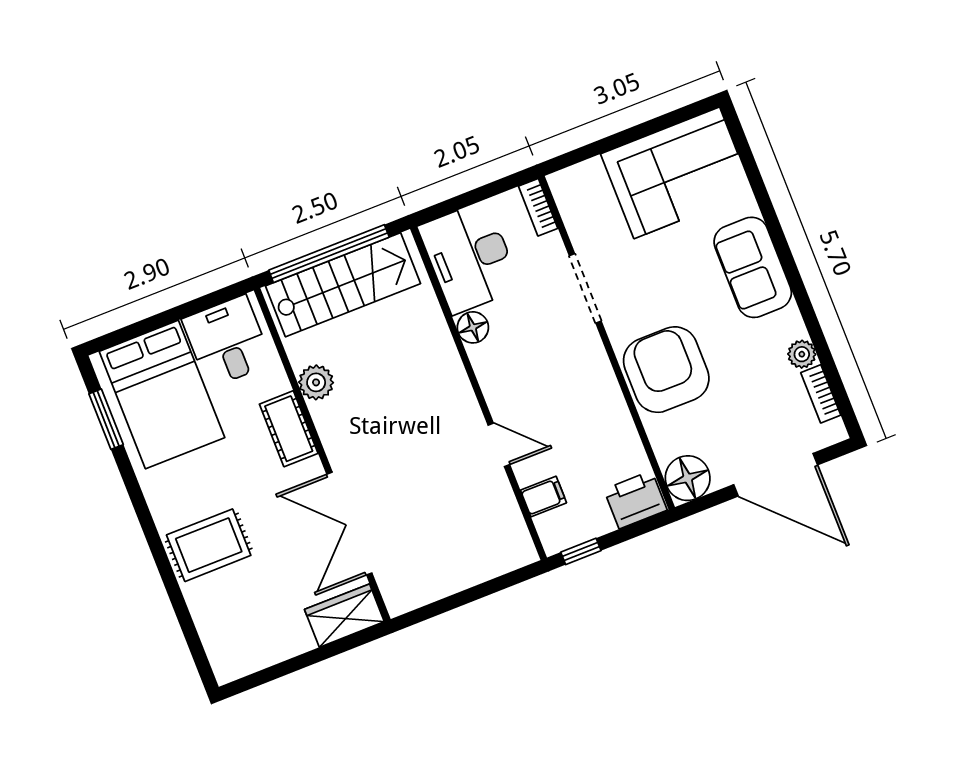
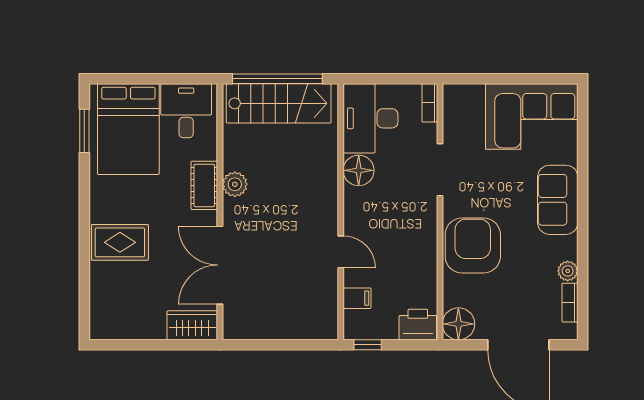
floor lamp: (473, 327) -> (359, 170), width x1.38, depth x1.38
plant: (316, 382) -> (235, 184), moved

